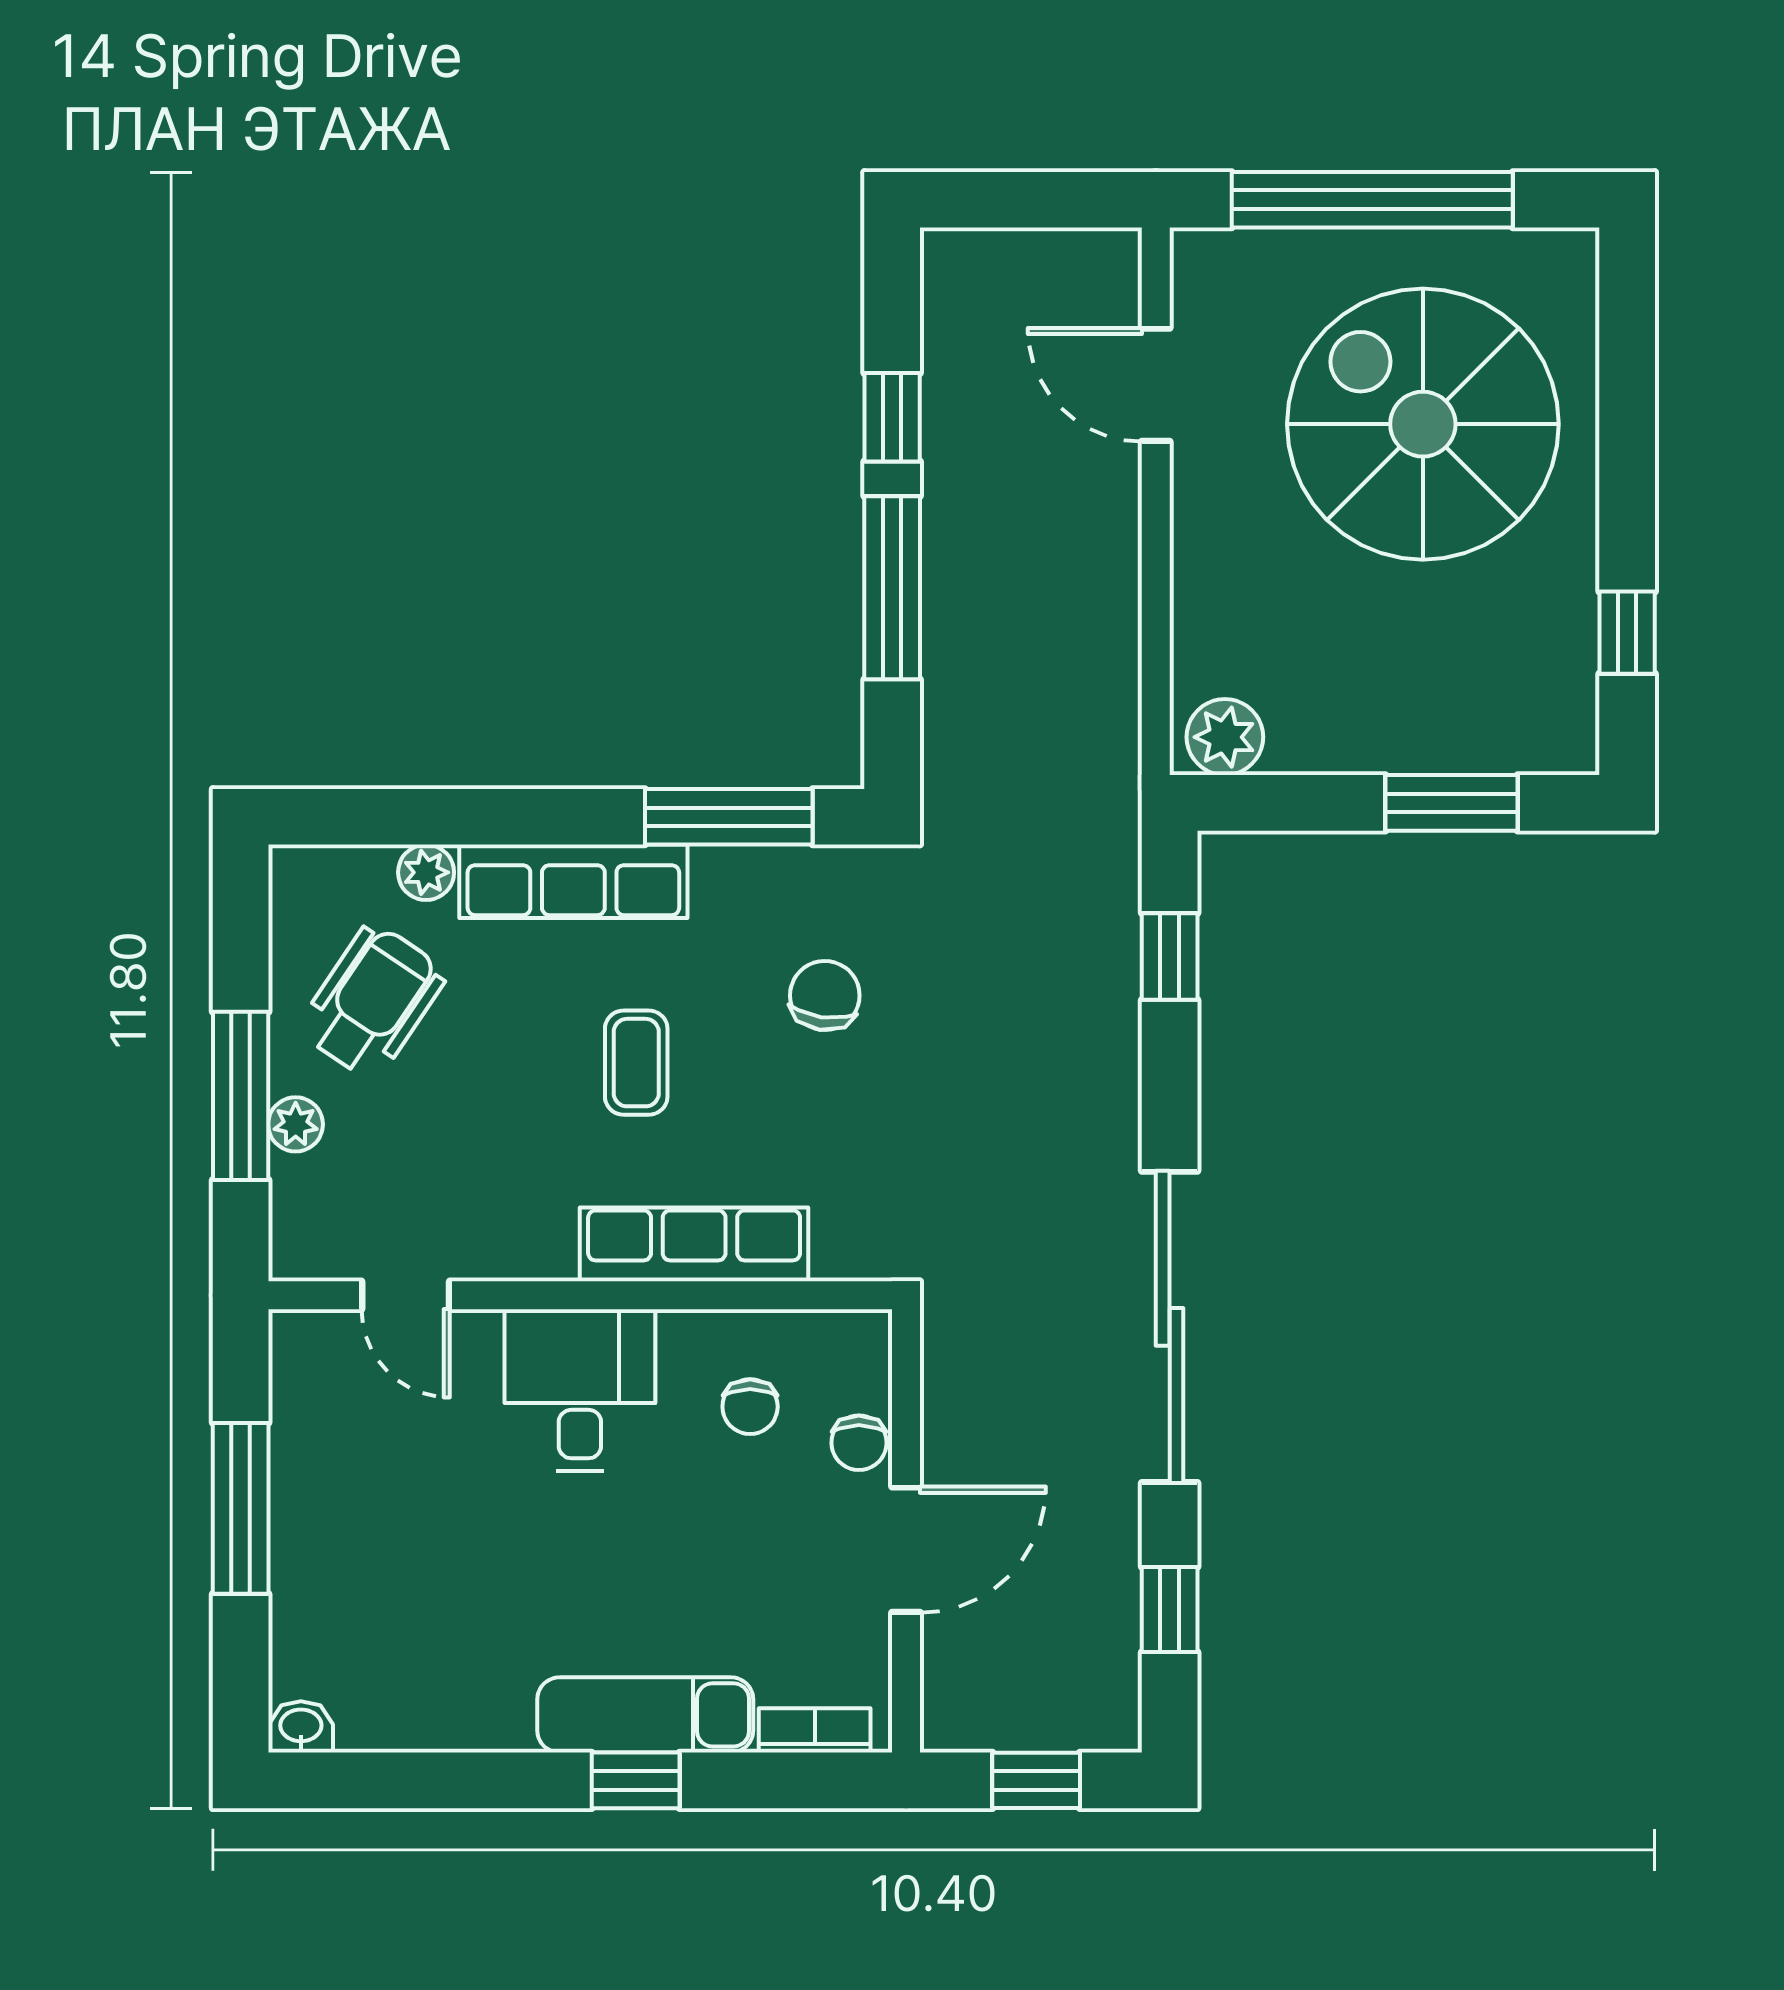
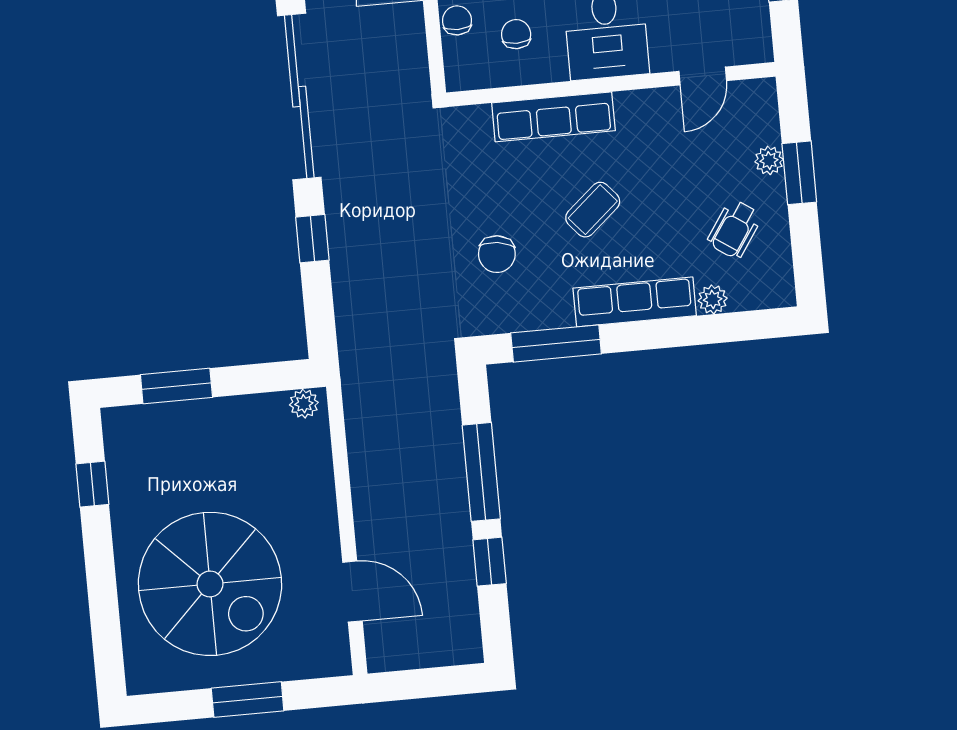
window: (1372, 200) -> (248, 700), width x0.47
plant: (1225, 737) -> (304, 404), width x0.73, depth x0.73
window: (1170, 956) -> (312, 239), moved
wheelchair: (372, 1001) -> (735, 229), width x0.73, depth x0.73
coffee table: (636, 1063) -> (593, 210), turned 49
window: (241, 1096) -> (799, 173), width x0.69
door: (406, 1295) -> (703, 76), swing flipped

